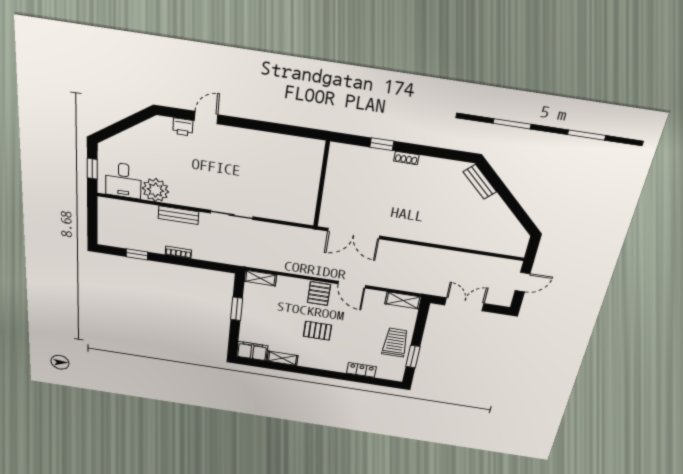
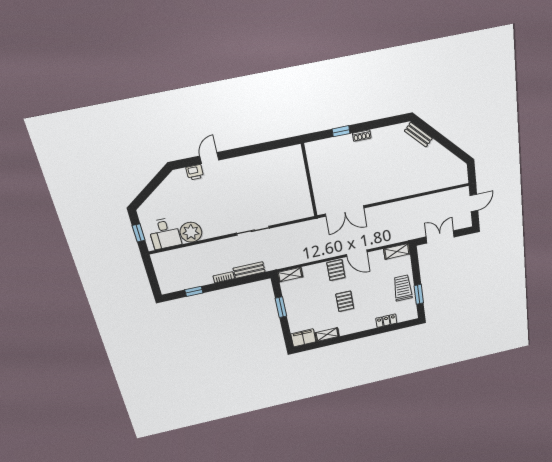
bench: (178, 215) -> (249, 270), moved
pallet: (317, 331) -> (345, 301), turned 90

